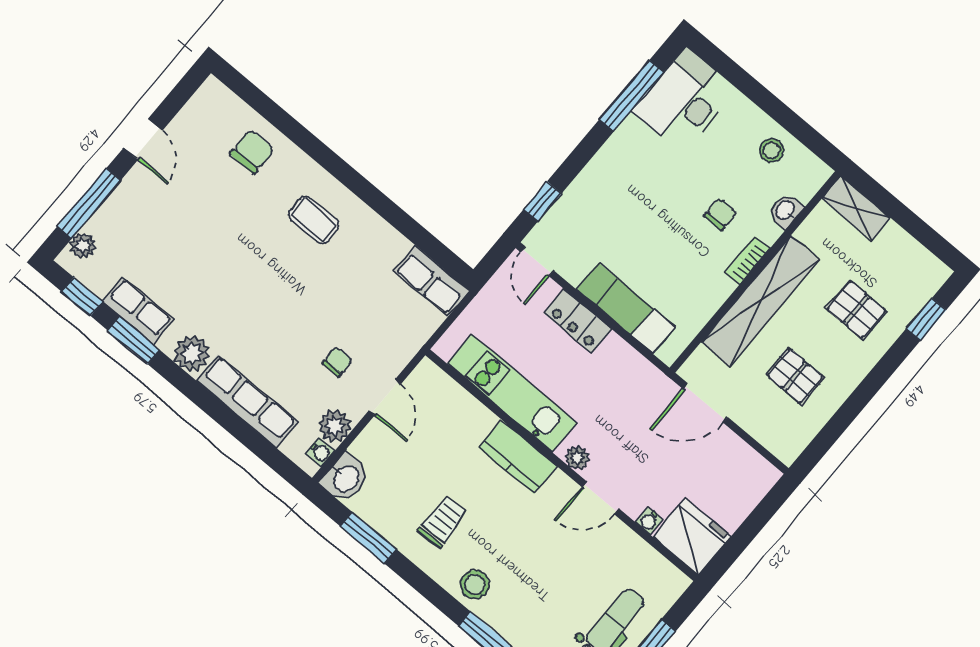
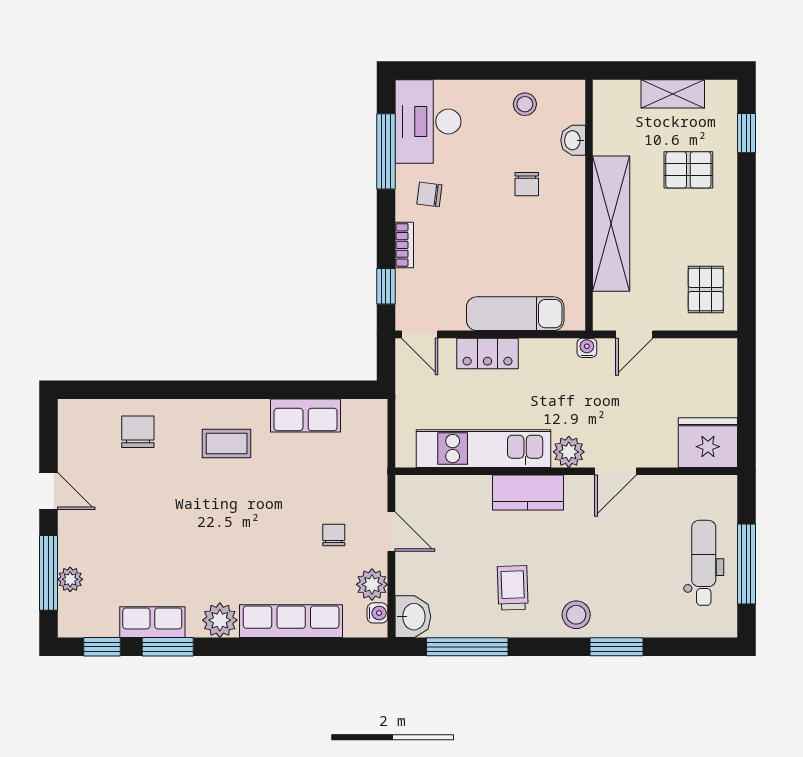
chair: (637, 158) -> (429, 194), added
shelving: (856, 208) -> (673, 94), moved
chair: (720, 214) -> (527, 184), turned 180
plant: (83, 246) -> (70, 579), moved
bookcase: (747, 261) -> (404, 245), moved, turned 180
row of seats: (431, 281) -> (306, 415), moved
pallet: (795, 376) -> (706, 290), moved, turned 90
door: (705, 403) -> (634, 334), width x0.73
plant: (577, 458) -> (569, 452), width x1.38, depth x1.38
water cooler: (649, 521) -> (587, 348), moved, turned 180
window: (368, 538) -> (467, 647), width x1.44

